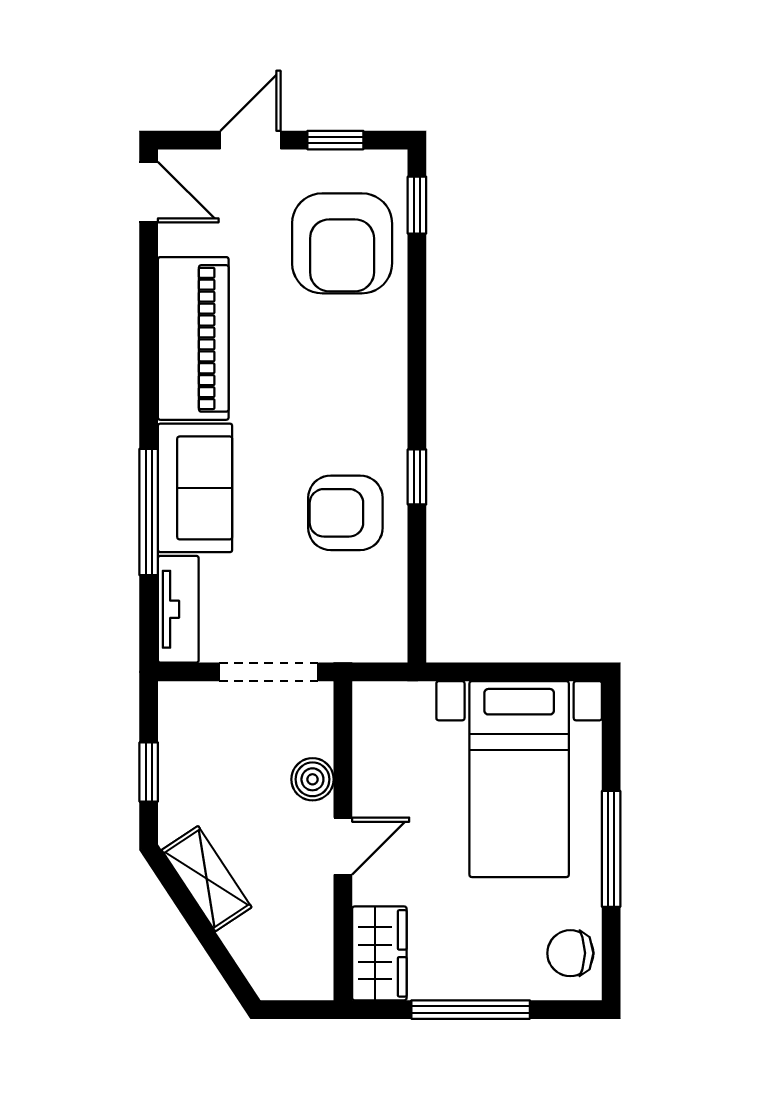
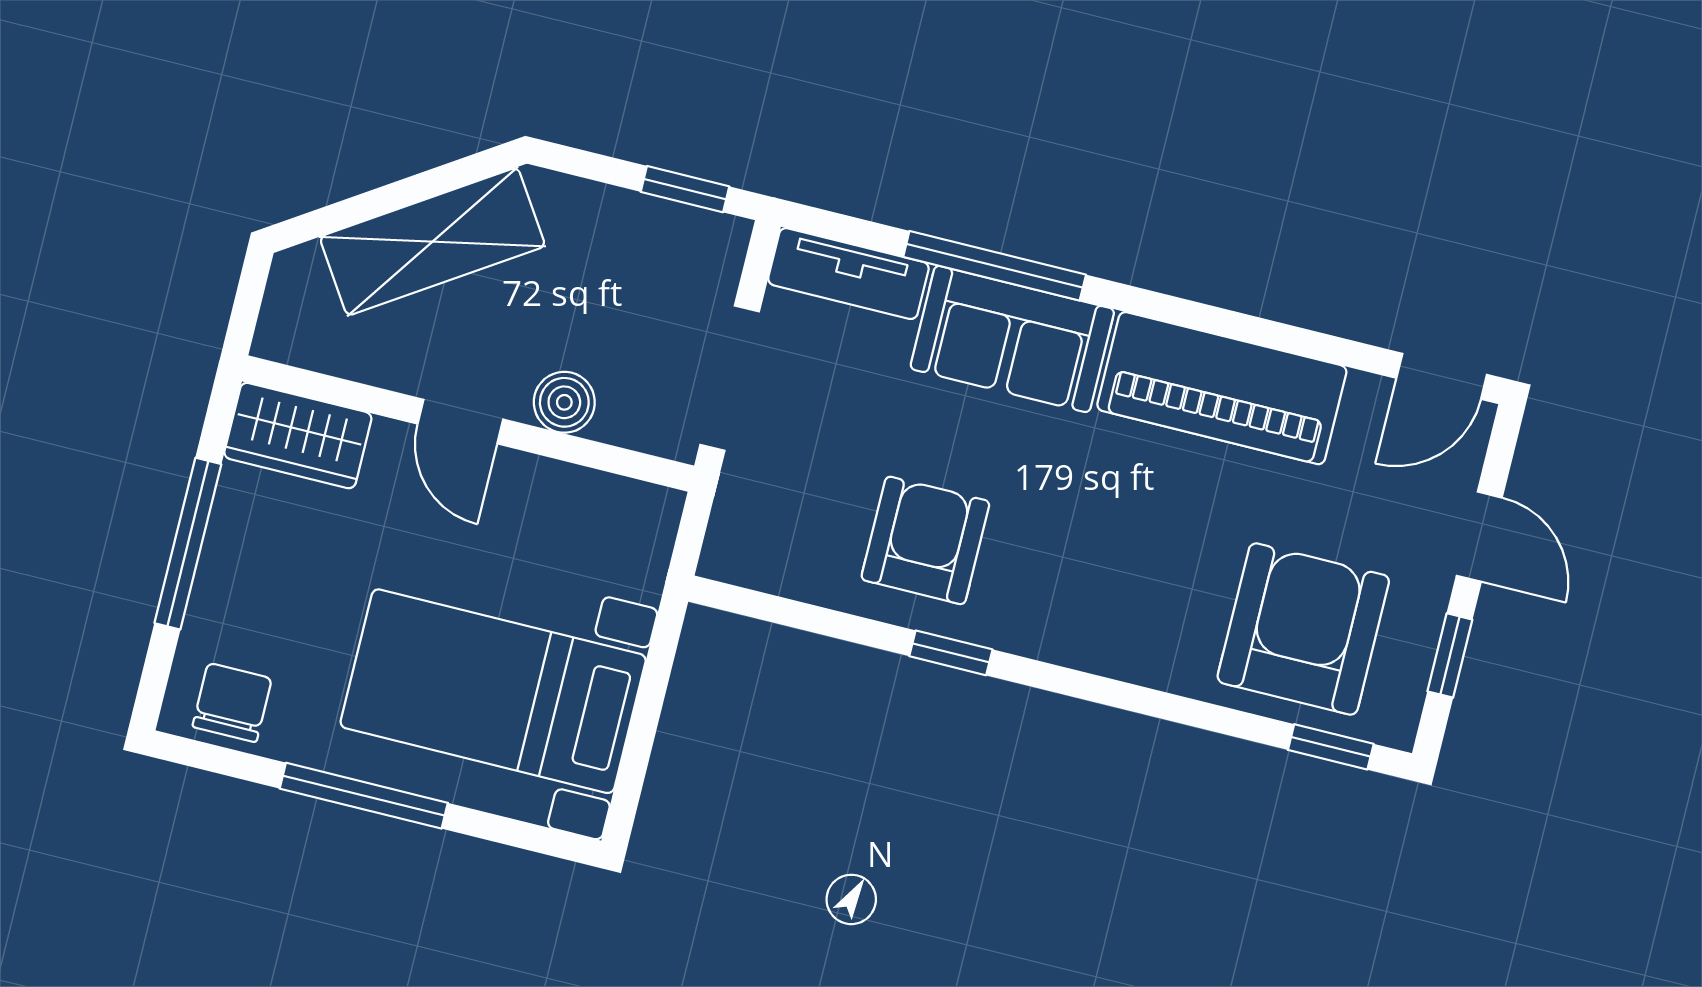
armchair: (342, 243) -> (1303, 629), turned 90
window: (149, 772) -> (685, 189), moved
shelving: (207, 879) -> (432, 242), width x1.50, depth x1.33

